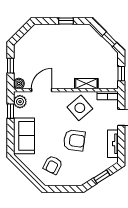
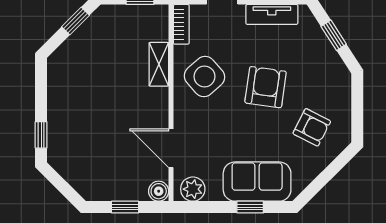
window: (66, 21) -> (41, 135), moved
window: (10, 111) -> (250, 207), moved

